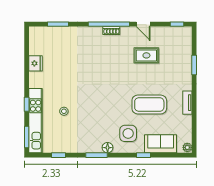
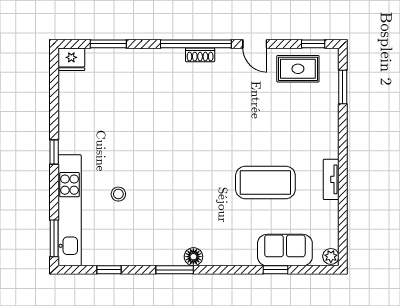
rug: (146, 55) -> (298, 69), moved
fridge: (36, 63) -> (71, 59), moved, turned 90
window: (194, 65) -> (343, 87), moved
window: (27, 104) -> (54, 152), moved
side table: (128, 133) -> (229, 232), removed
window: (144, 155) -> (275, 270), moved

